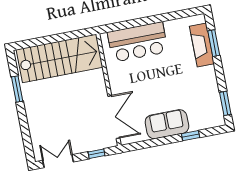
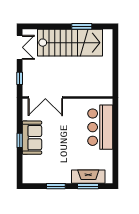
stairs: (60, 58) -> (70, 43), moved, turned -90
window: (225, 103) -> (56, 186), moved
window: (191, 136) -> (20, 140), moved

